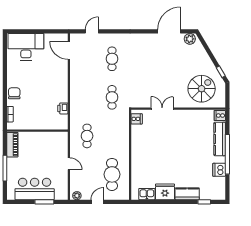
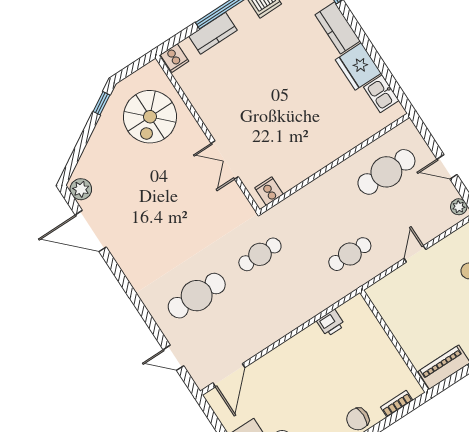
cafe table: (112, 59) -> (197, 296), width x1.37, depth x1.35
spiral stairs: (202, 89) -> (150, 117), turned -90
kitchen counter: (220, 139) -> (213, 33), width x0.67

